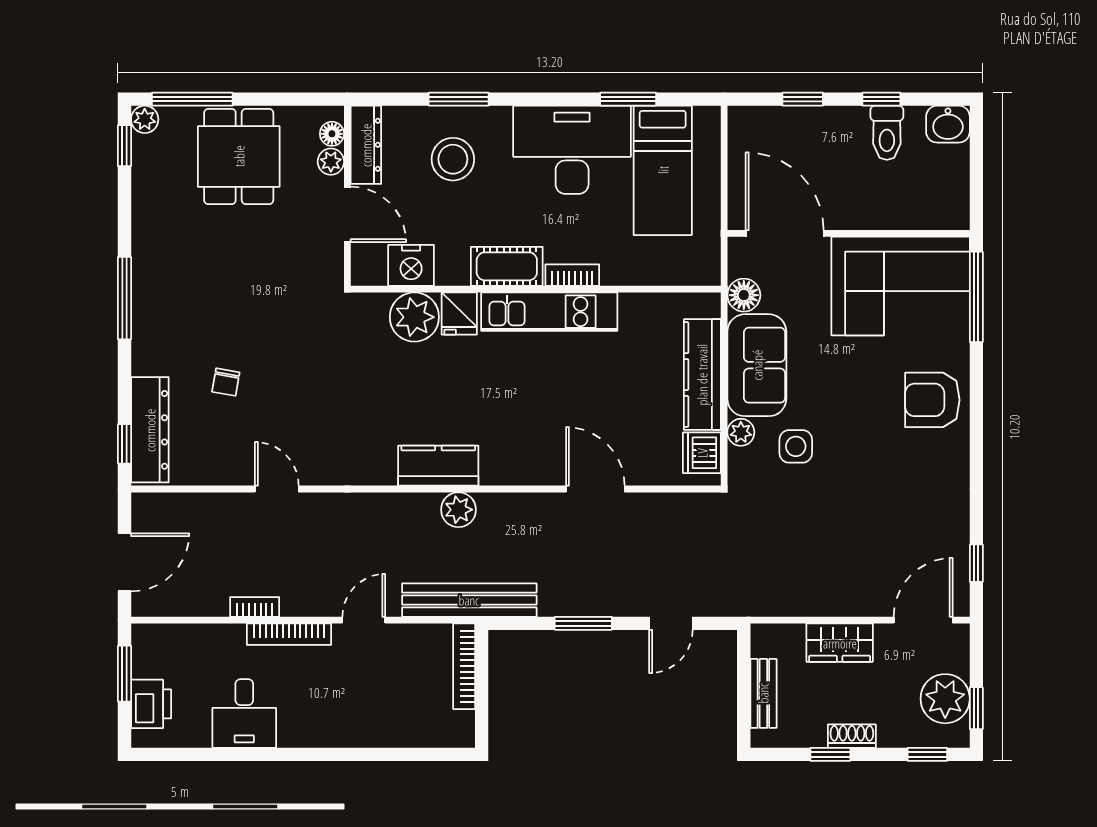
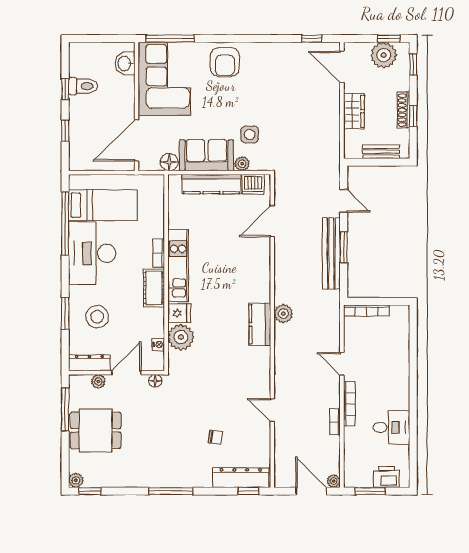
window: (192, 99) -> (65, 409), moved
window: (628, 99) -> (65, 224), width x2.11
washbasin: (948, 124) -> (125, 63), moved, turned 180
floor lamp: (332, 134) -> (155, 381), moved
nightstand: (411, 265) -> (158, 345), width x0.53, depth x0.56
door: (277, 489) -> (272, 410), hinge flipped
door: (595, 489) -> (272, 221), moved
bench: (469, 600) -> (331, 253), moved
plant: (143, 605) -> (334, 481), added
shoe rack: (852, 736) -> (404, 110), width x1.43

